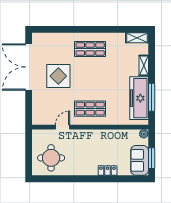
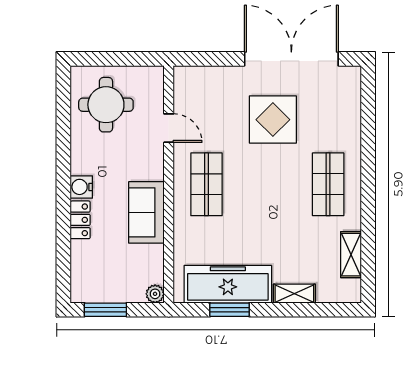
shelving: (137, 38) -> (351, 255), moved
window: (152, 97) -> (230, 310), width x0.69
sofa: (140, 160) -> (146, 212), moved, turned -90
water cooler: (91, 170) -> (81, 187), added

